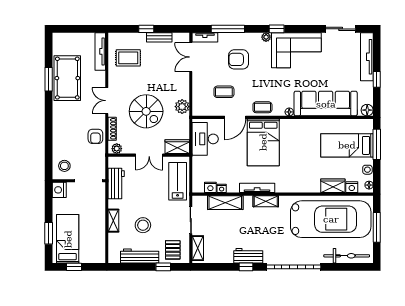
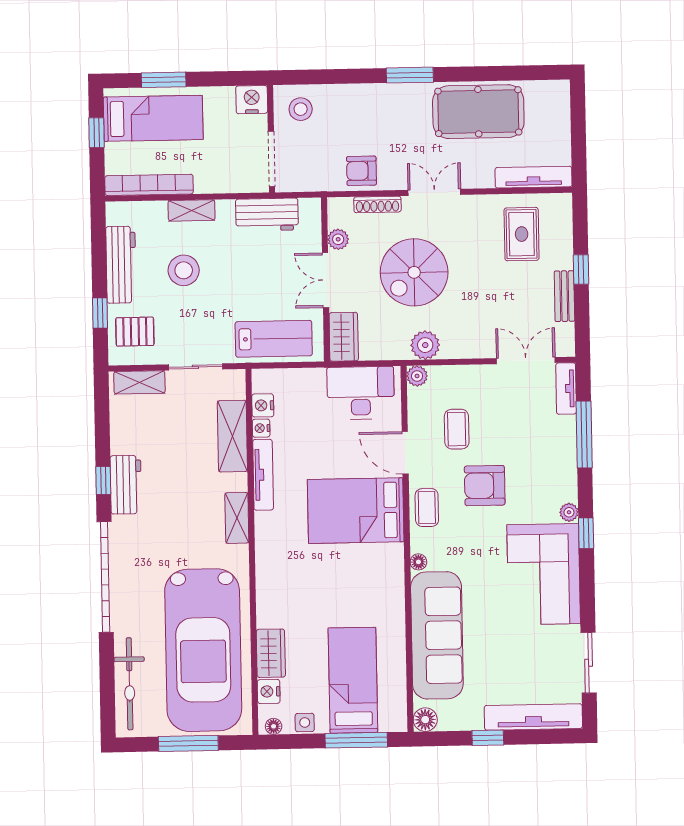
armchair: (239, 59) -> (485, 486), moved, turned -90
window: (49, 79) -> (410, 75), moved
plant: (197, 111) -> (417, 376), added
plant: (117, 149) -> (338, 239), moved
tv unit: (257, 188) -> (263, 475), moved
bookcase: (100, 241) -> (149, 185), added

